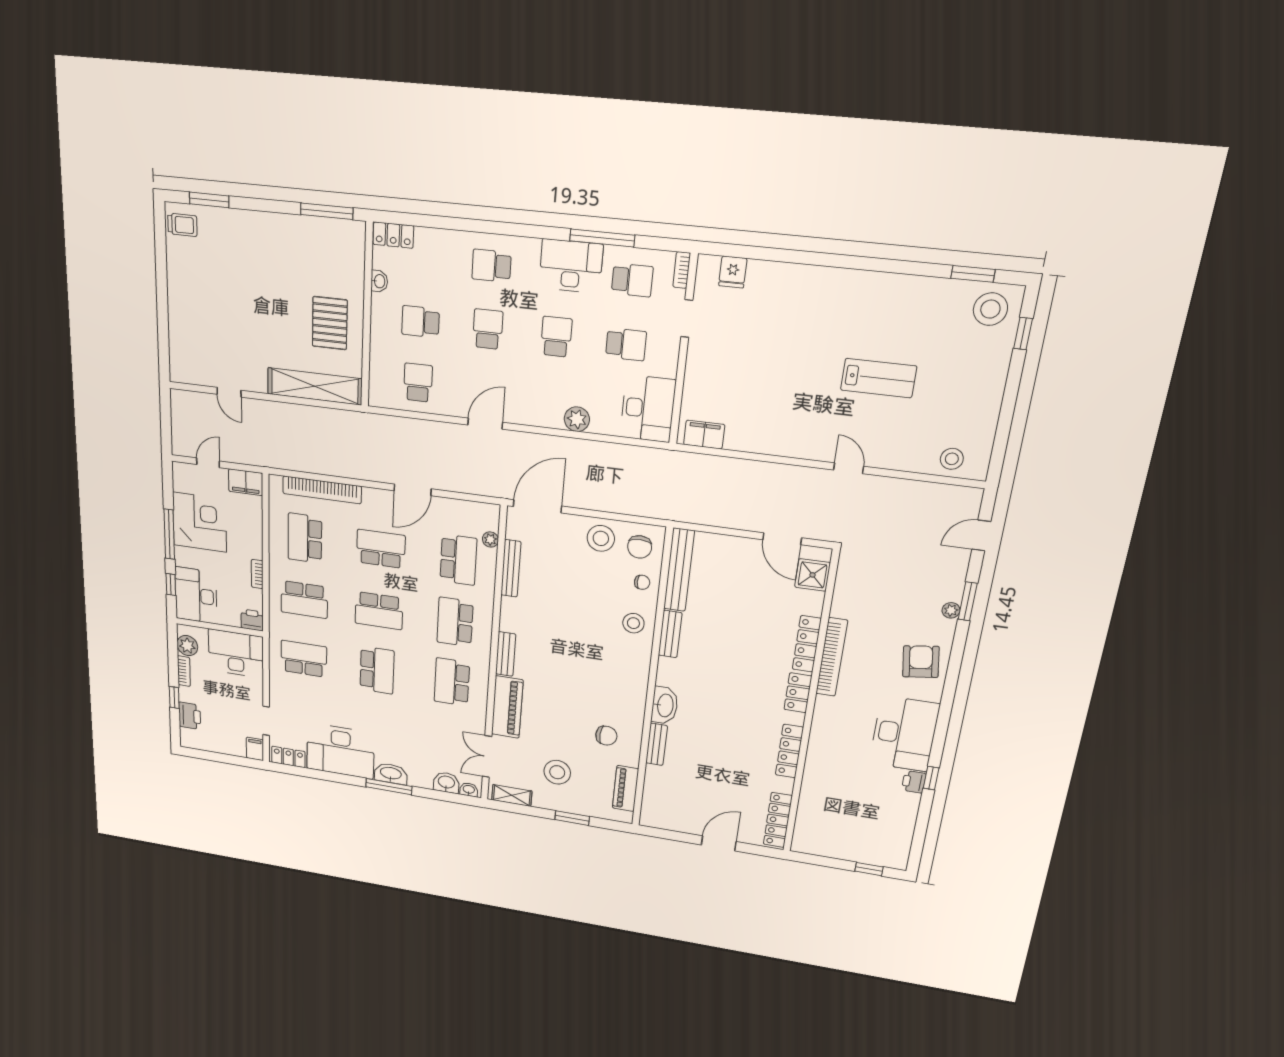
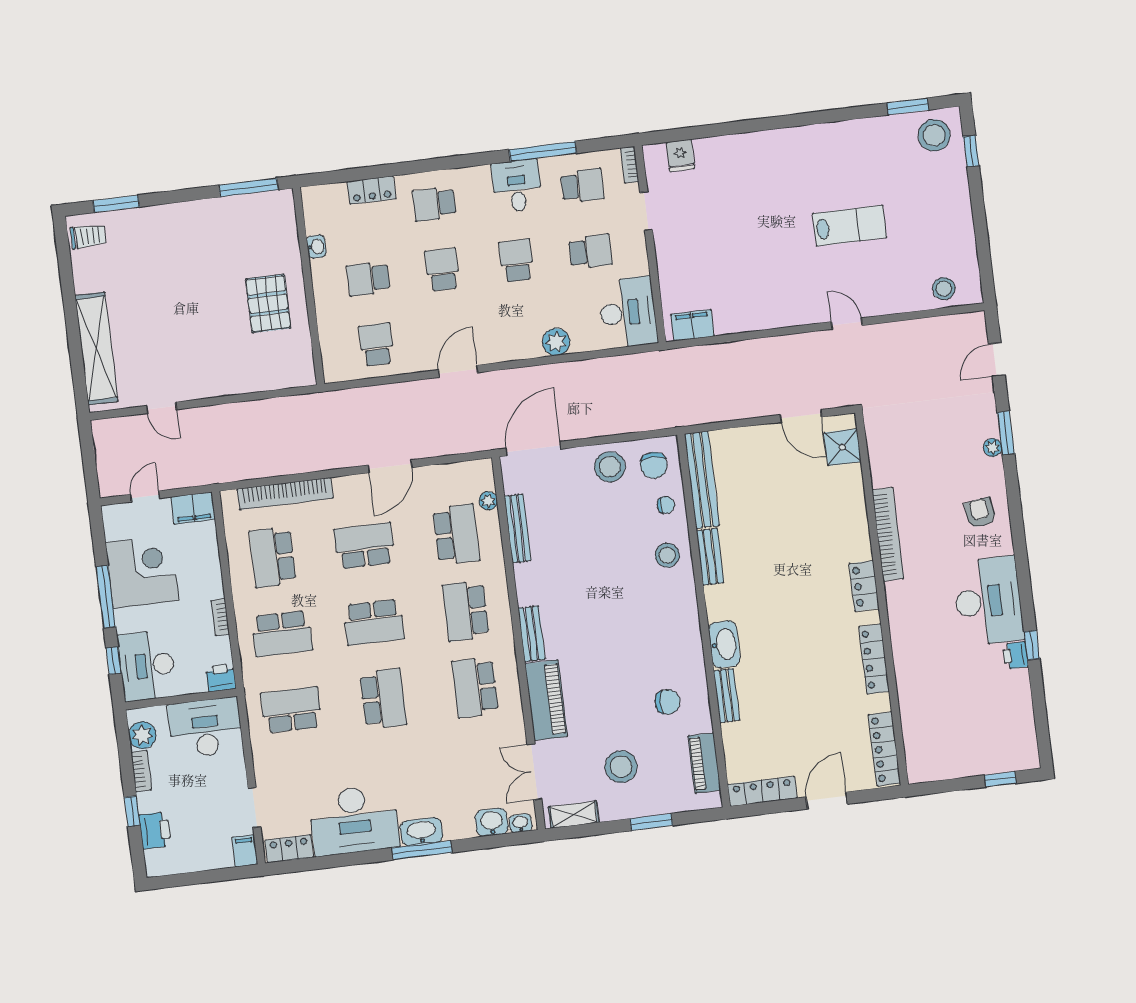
locker: (393, 235) -> (372, 190), moved
desk: (571, 266) -> (517, 186), width x0.73
shelving: (315, 386) -> (96, 348), moved, turned 90
locker: (807, 644) -> (762, 791), moved, turned 90
armchair: (921, 662) -> (980, 513), width x0.72, depth x0.72

